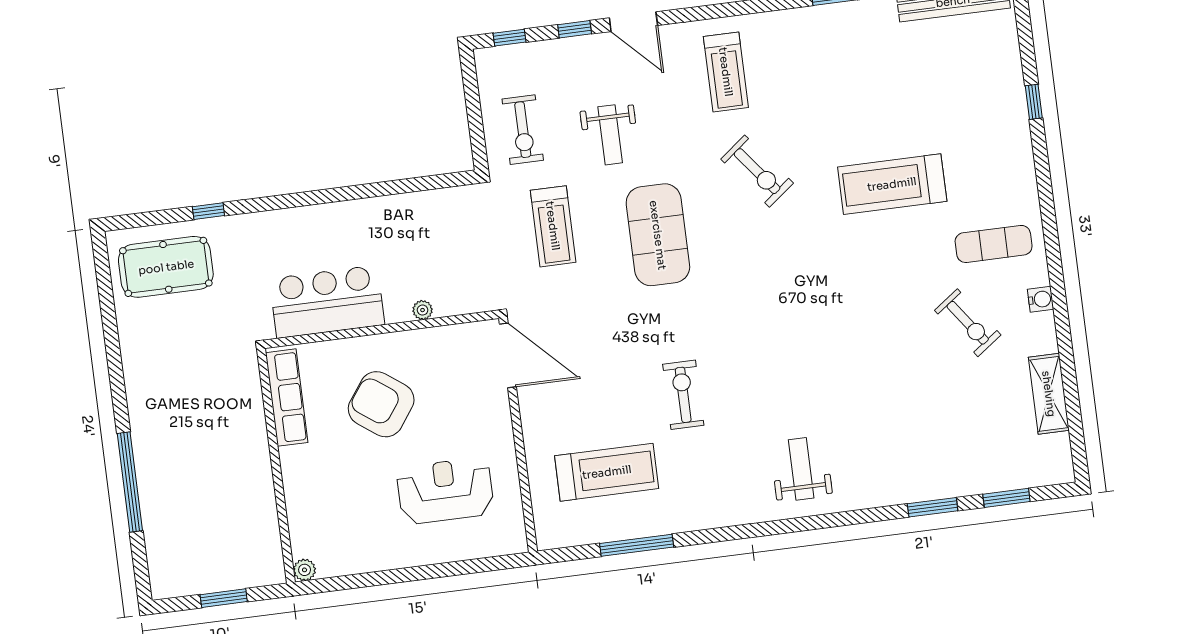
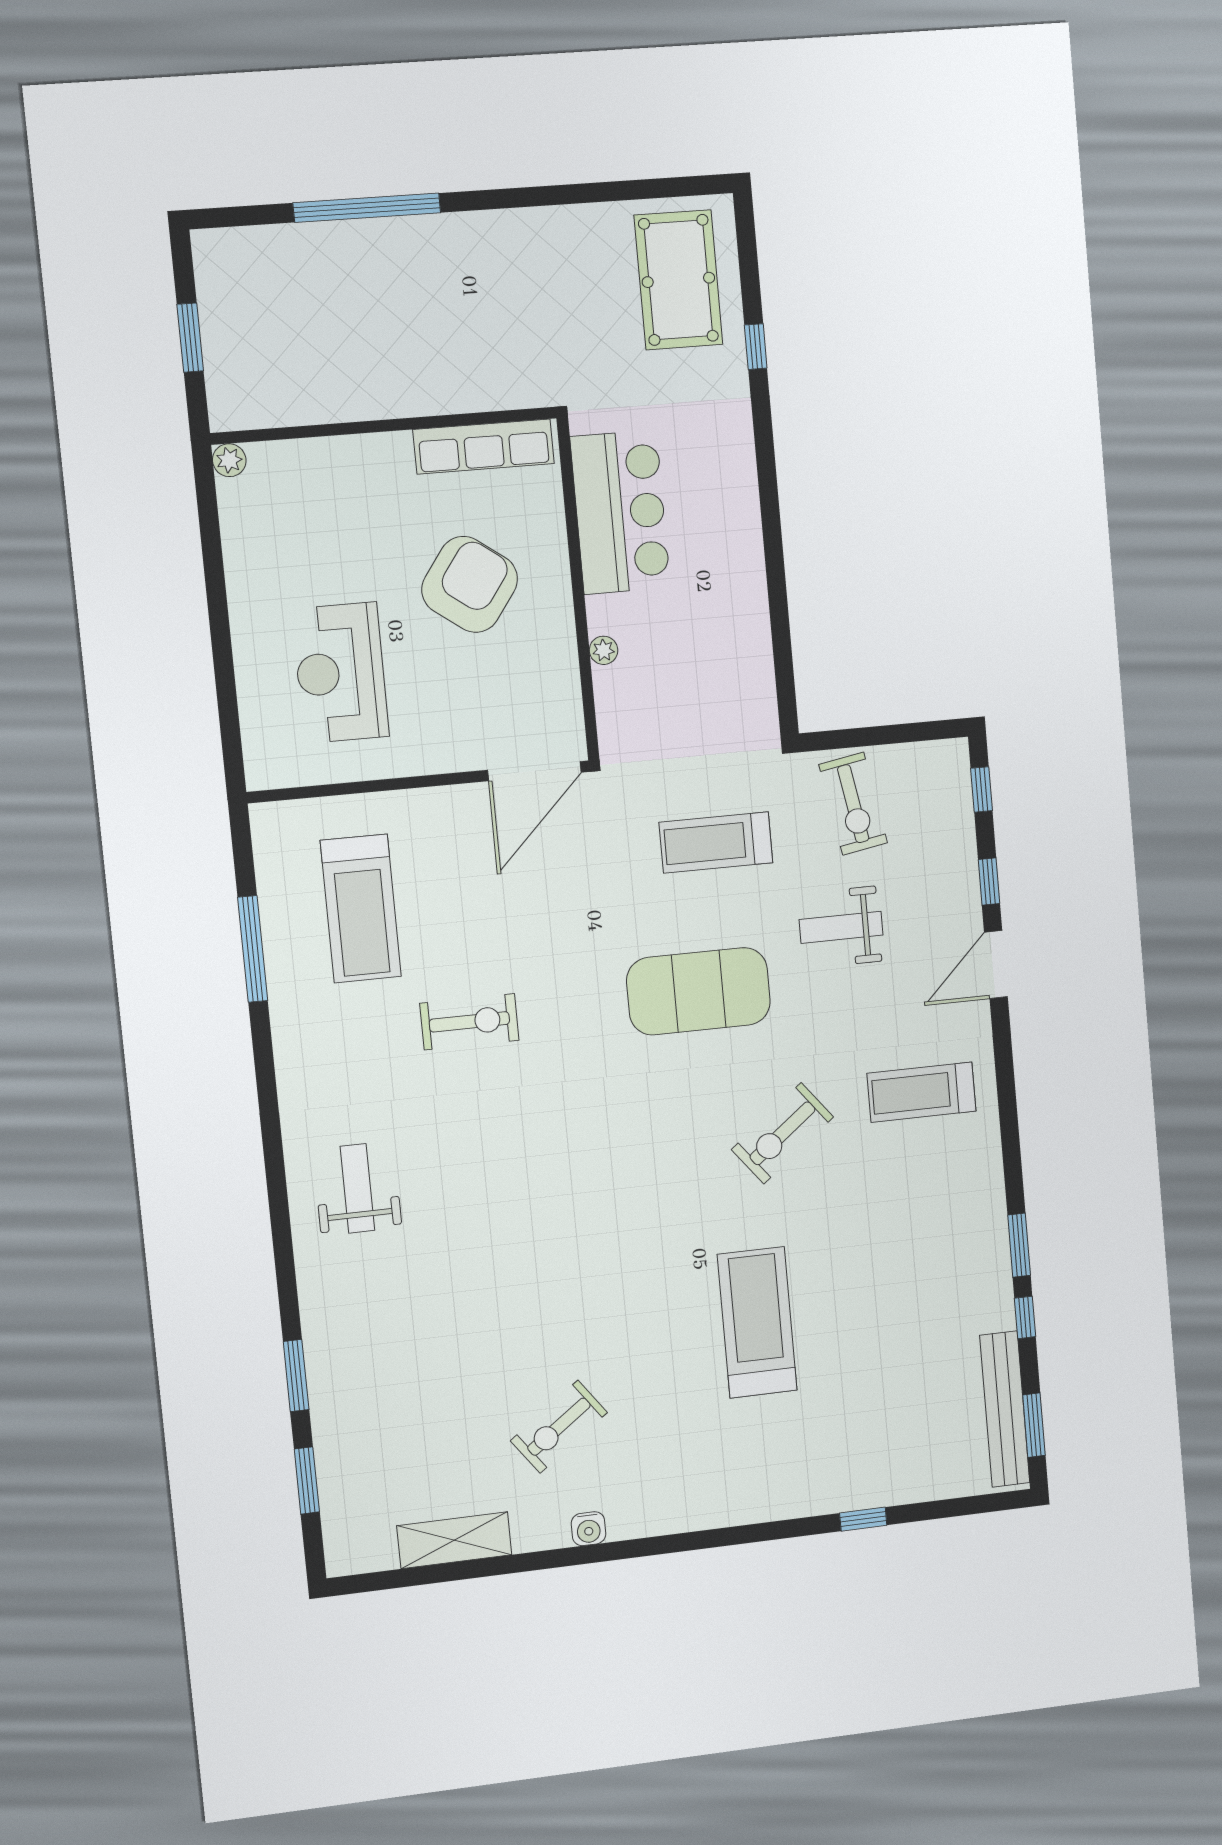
exercise bike: (523, 130) -> (853, 804), turned -100
exercise mat: (994, 244) -> (668, 1463), removed
weight bench: (801, 469) -> (357, 1188), turned -90
reception desk: (445, 491) -> (340, 673), turned 180

